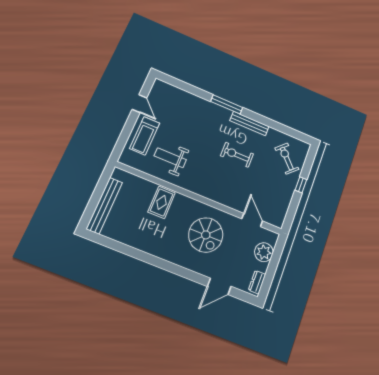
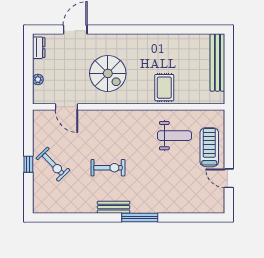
bench: (249, 124) -> (114, 207), width x0.73
exercise bike: (287, 159) -> (53, 164), moved
spiral stairs: (206, 235) -> (108, 73), turned 180
plant: (264, 252) -> (38, 79), width x0.53, depth x0.53

